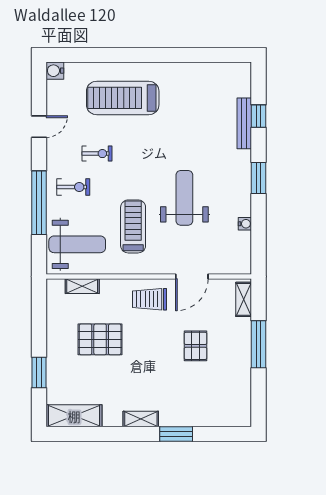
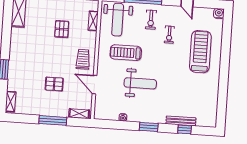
treadmill: (133, 226) -> (126, 53), turned 180
pallet: (100, 339) -> (62, 29), width x0.67, depth x0.71
shelving: (141, 419) -> (11, 102), moved

